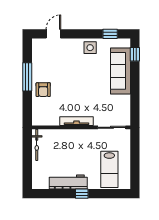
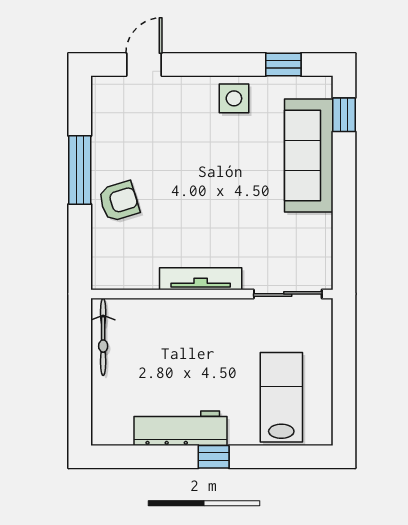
armchair: (43, 90) -> (119, 201), turned -107
lab bench: (109, 169) -> (281, 397), turned 180

